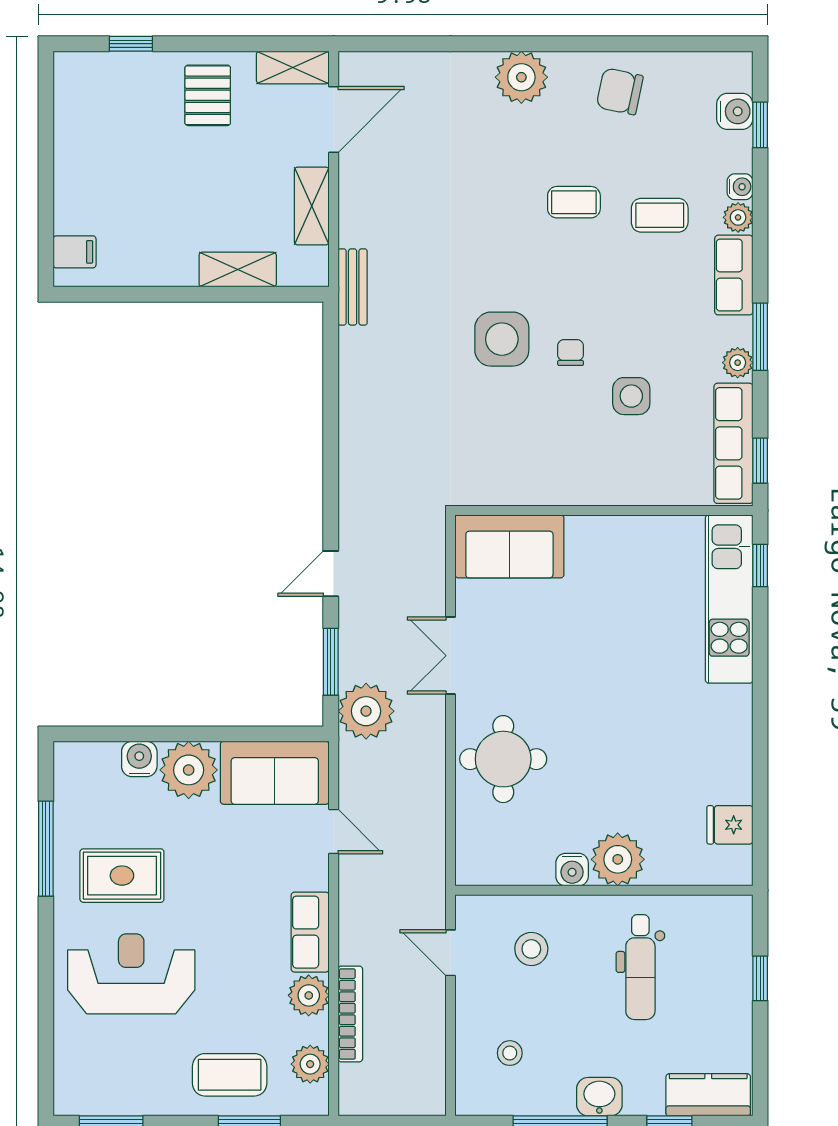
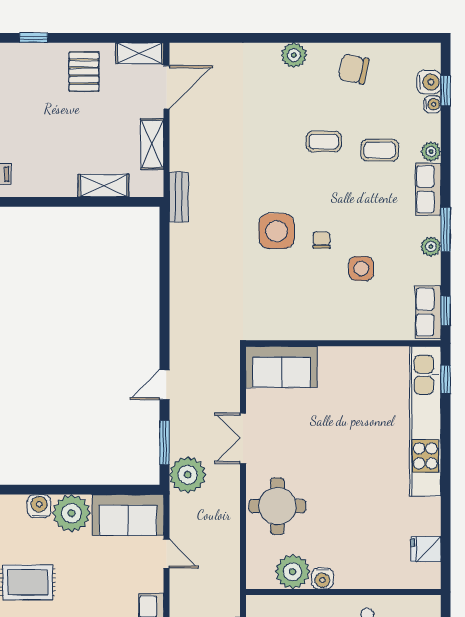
plant: (521, 77) -> (294, 55), width x0.73, depth x0.73
water cooler: (740, 187) -> (432, 104), moved
row of seats: (733, 443) -> (428, 312), width x0.68
kitchen unit: (729, 599) -> (425, 421), width x1.36
plant: (618, 859) -> (293, 572), moved

